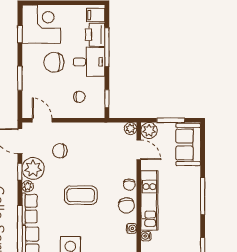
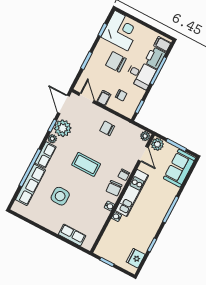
filing cabinet: (62, 110) -> (104, 98), added
chair: (60, 151) -> (107, 128), moved

